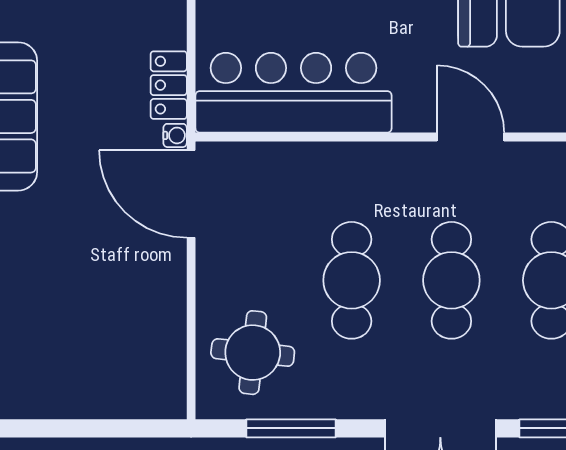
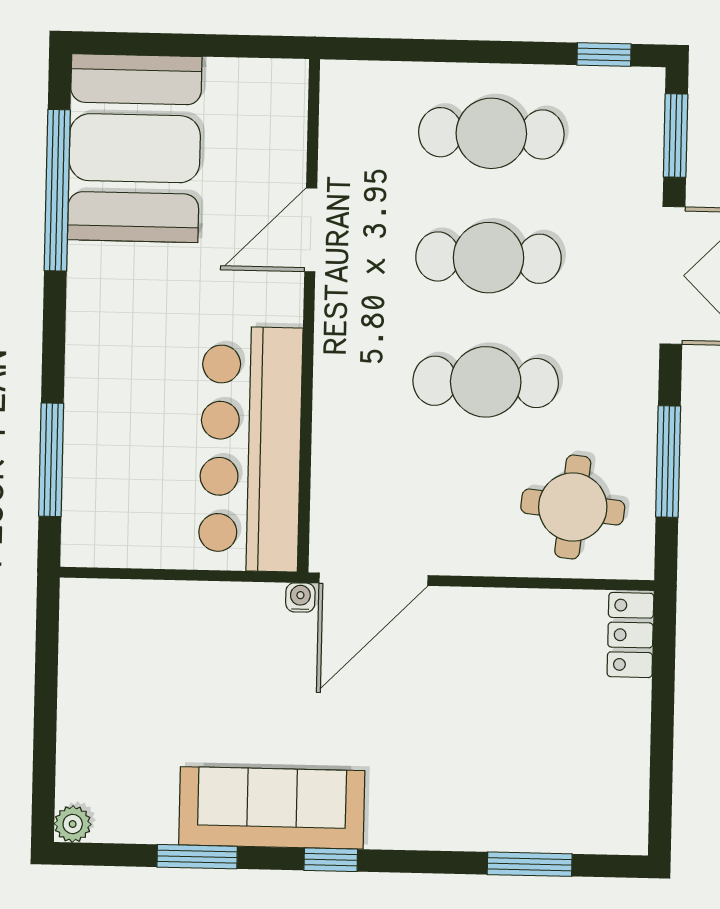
locker: (169, 85) -> (630, 635), moved, turned 90

